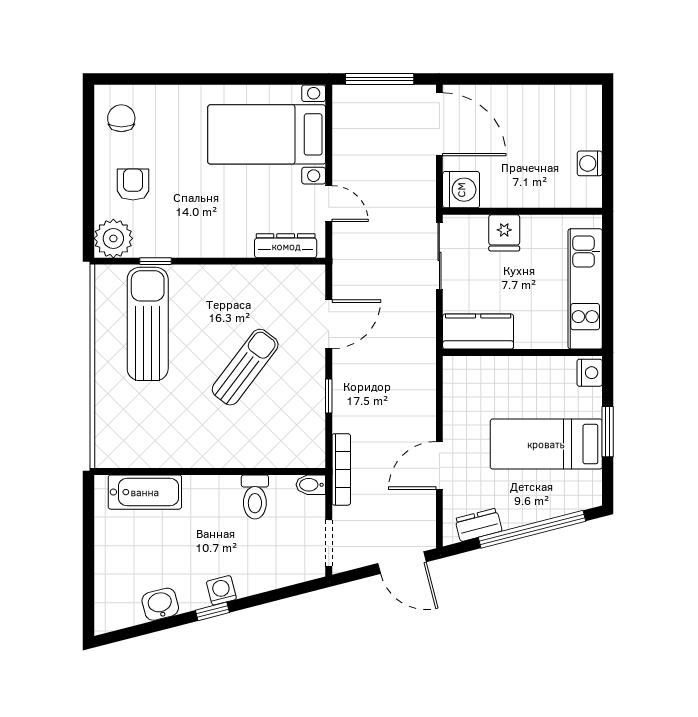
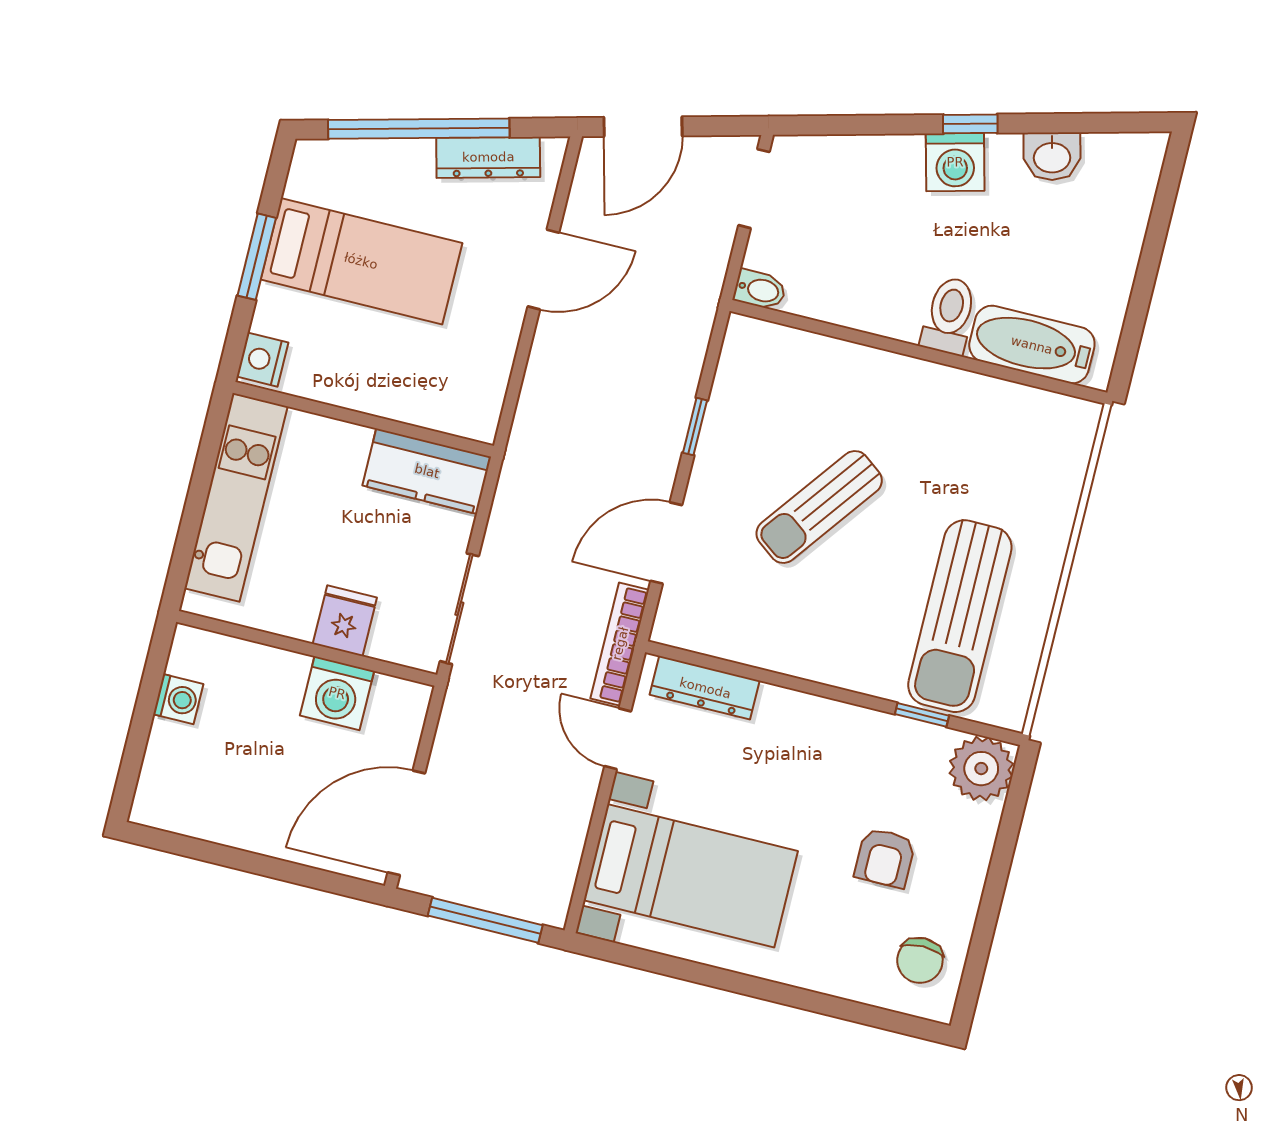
door: (439, 124) -> (406, 823), hinge flipped
armchair: (133, 185) -> (885, 858), moved
washing machine: (461, 190) -> (337, 693), moved, turned -90
bookcase: (341, 469) -> (620, 644), moved
toilet: (255, 497) -> (949, 316), moved
dresser: (478, 525) -> (488, 157), width x1.44
door: (402, 563) -> (643, 127), swing flipped
washing machine: (221, 590) -> (955, 162), width x1.38, depth x1.38

